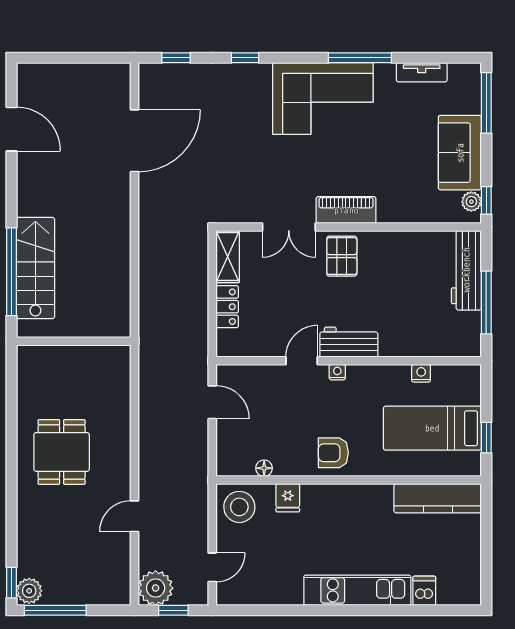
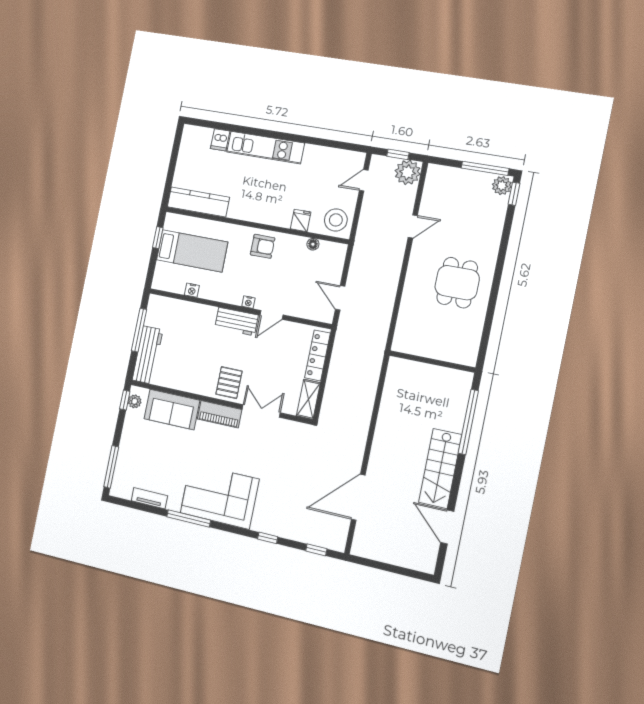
sofa: (460, 153) -> (172, 410), moved, turned 90
stairs: (35, 268) -> (440, 468), moved
locker: (227, 307) -> (317, 355), width x1.53

